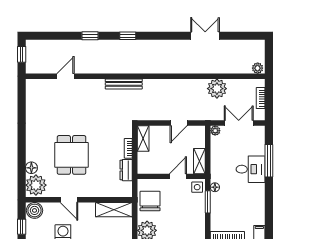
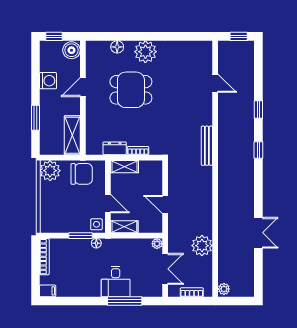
shelving: (143, 138) -> (125, 167), moved
plant: (36, 185) -> (145, 52), moved

